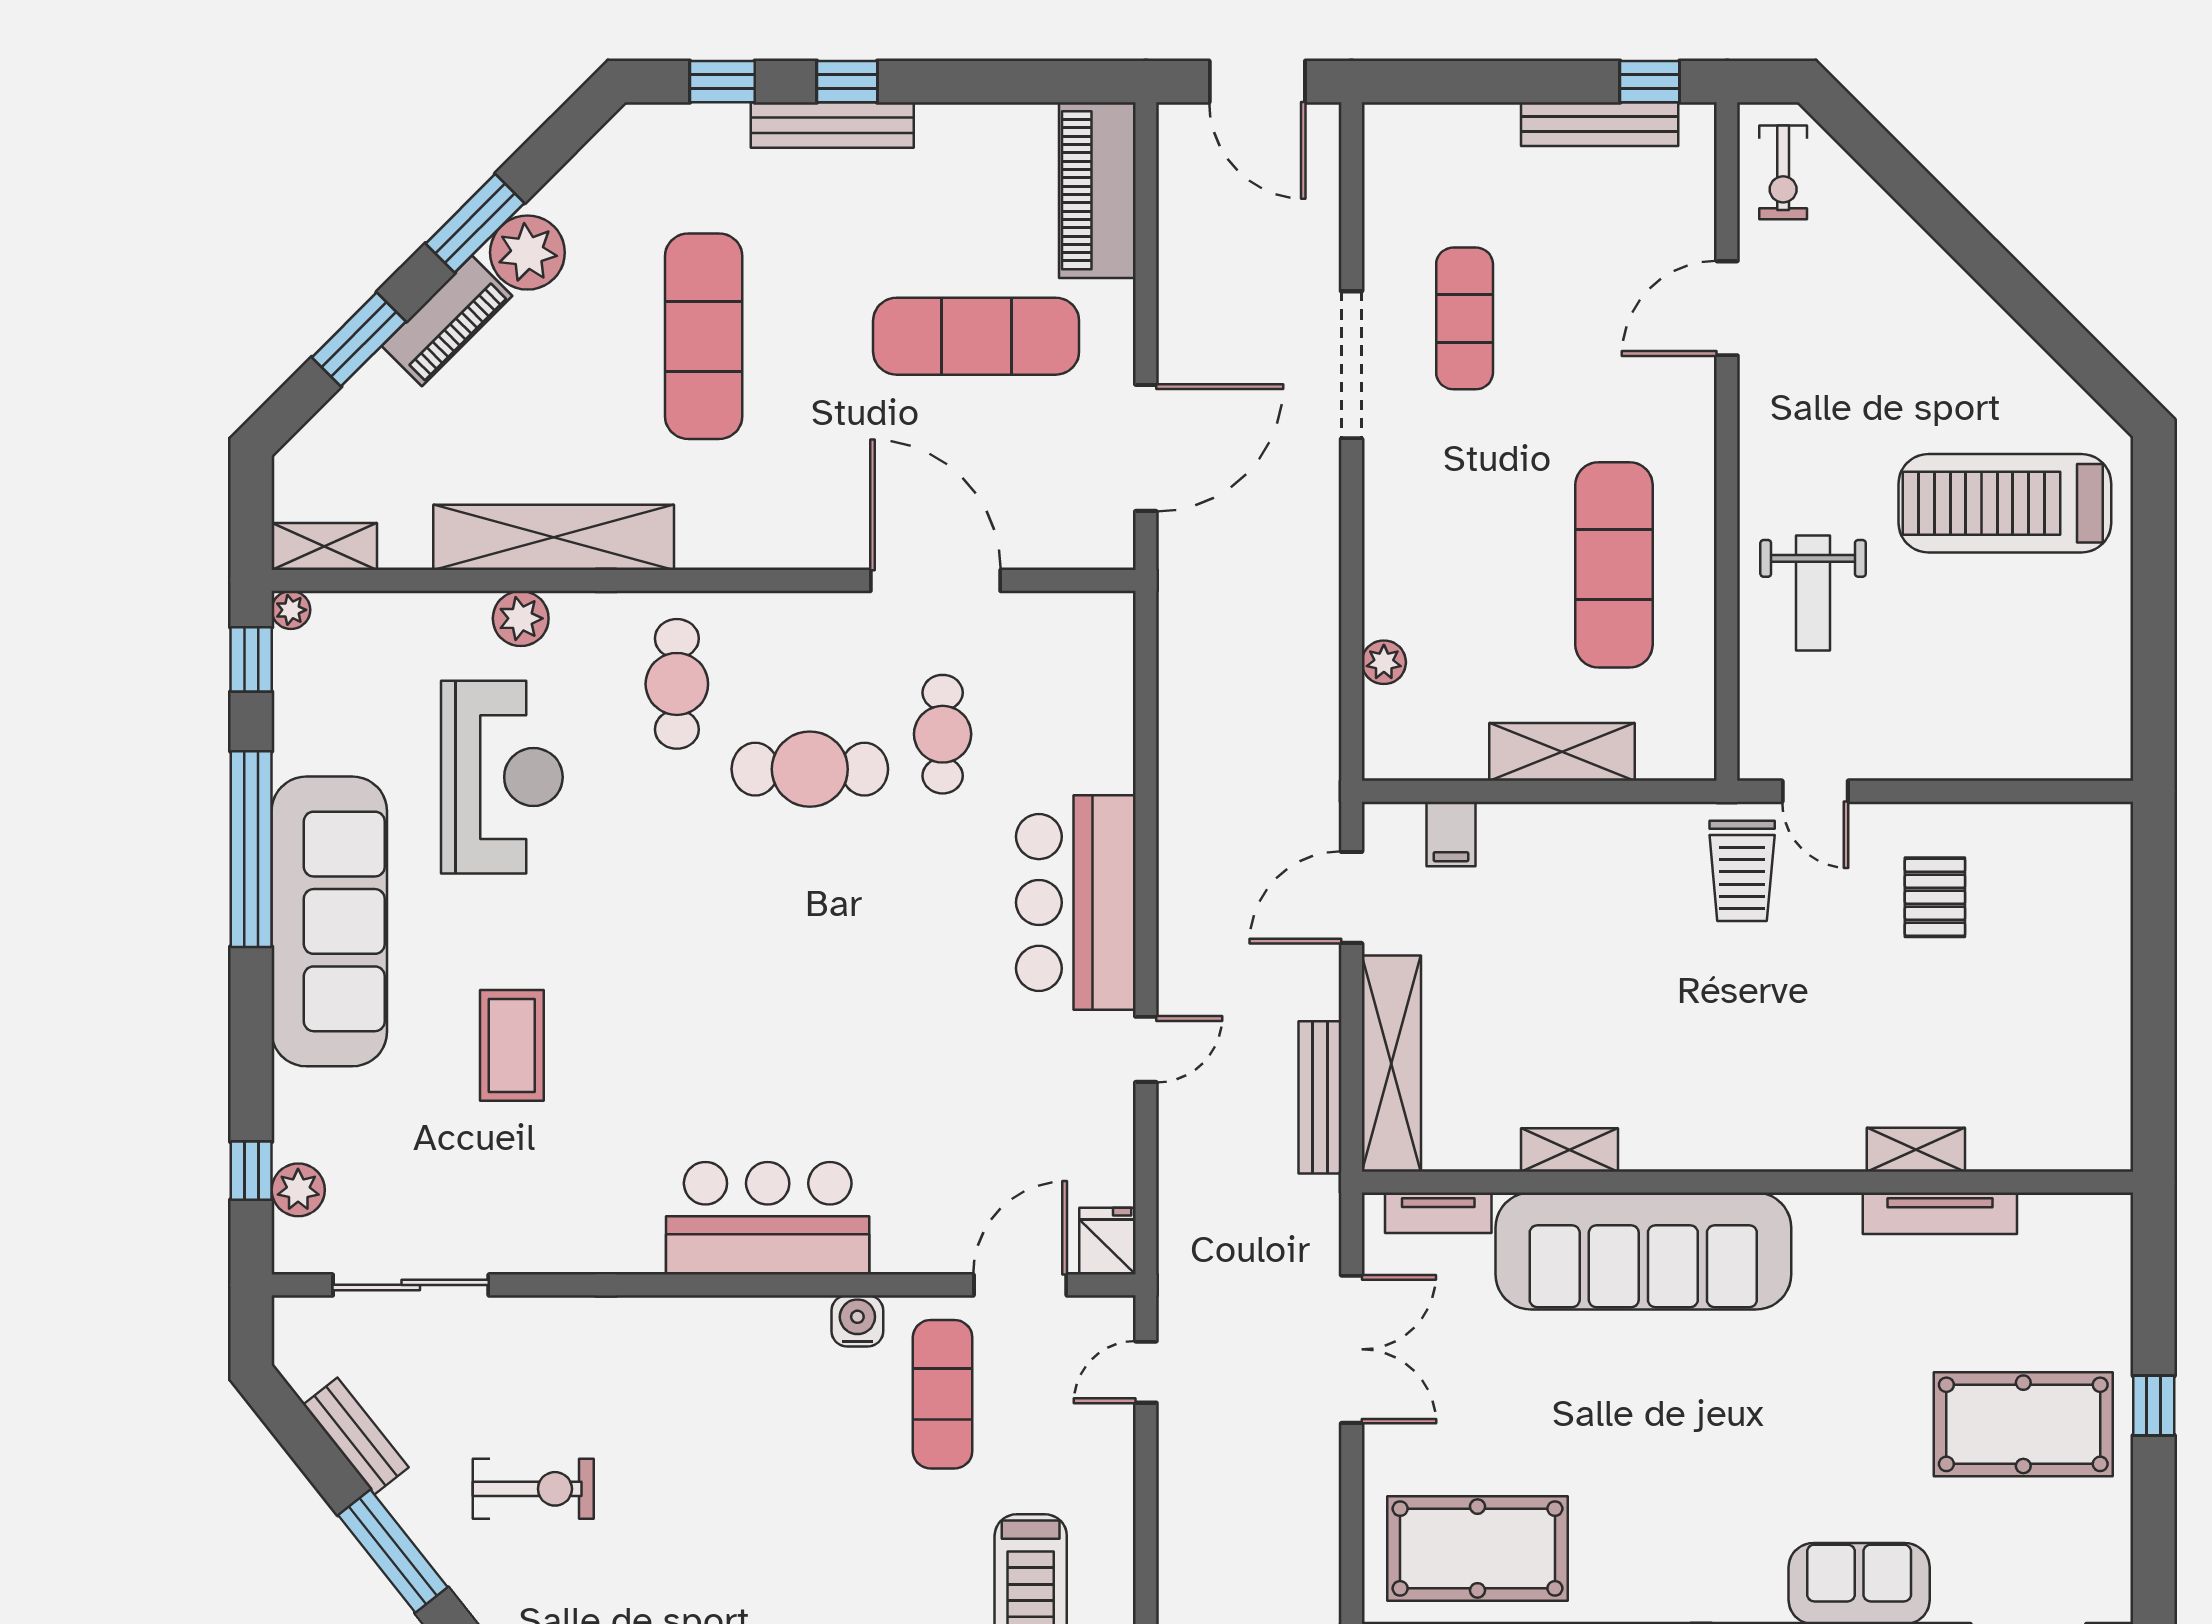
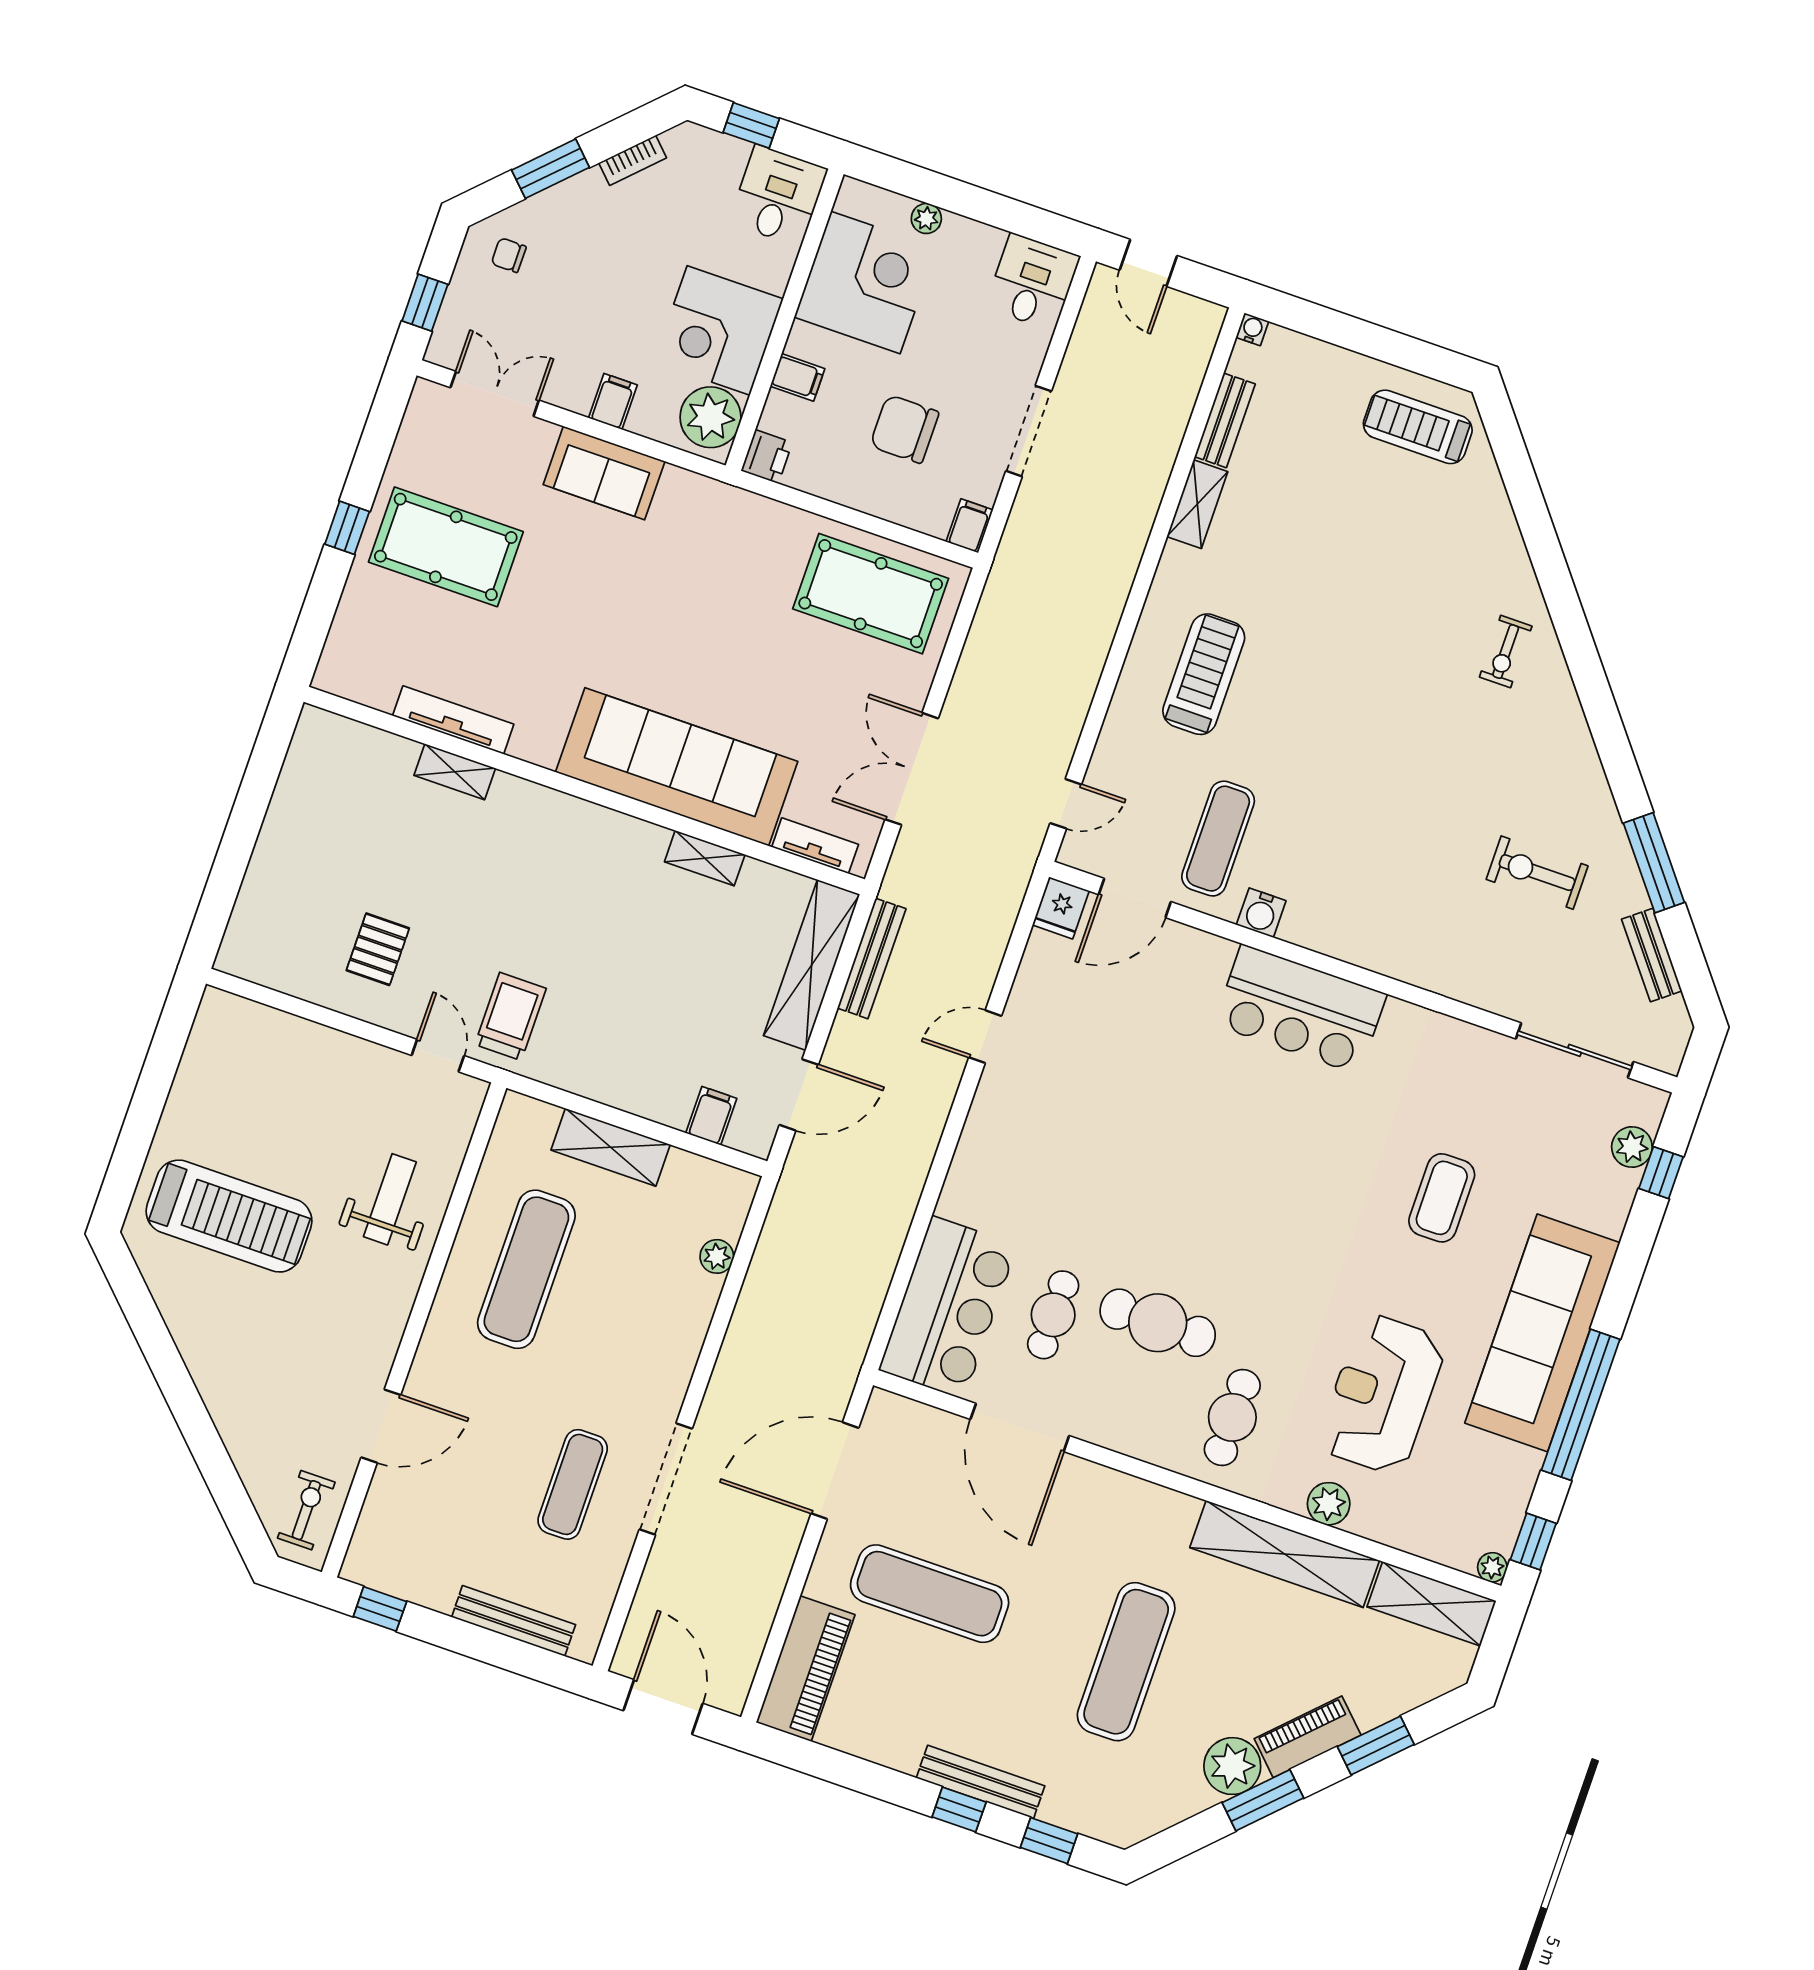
bench: (1600, 124) -> (514, 1621), moved
shelving: (324, 547) -> (1431, 1604), width x1.50, depth x1.33
bar counter: (1076, 902) -> (948, 1307), moved

